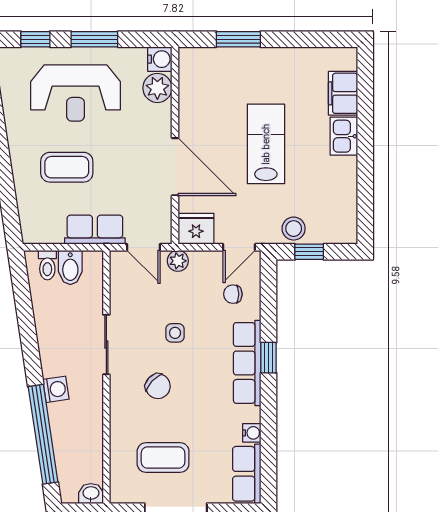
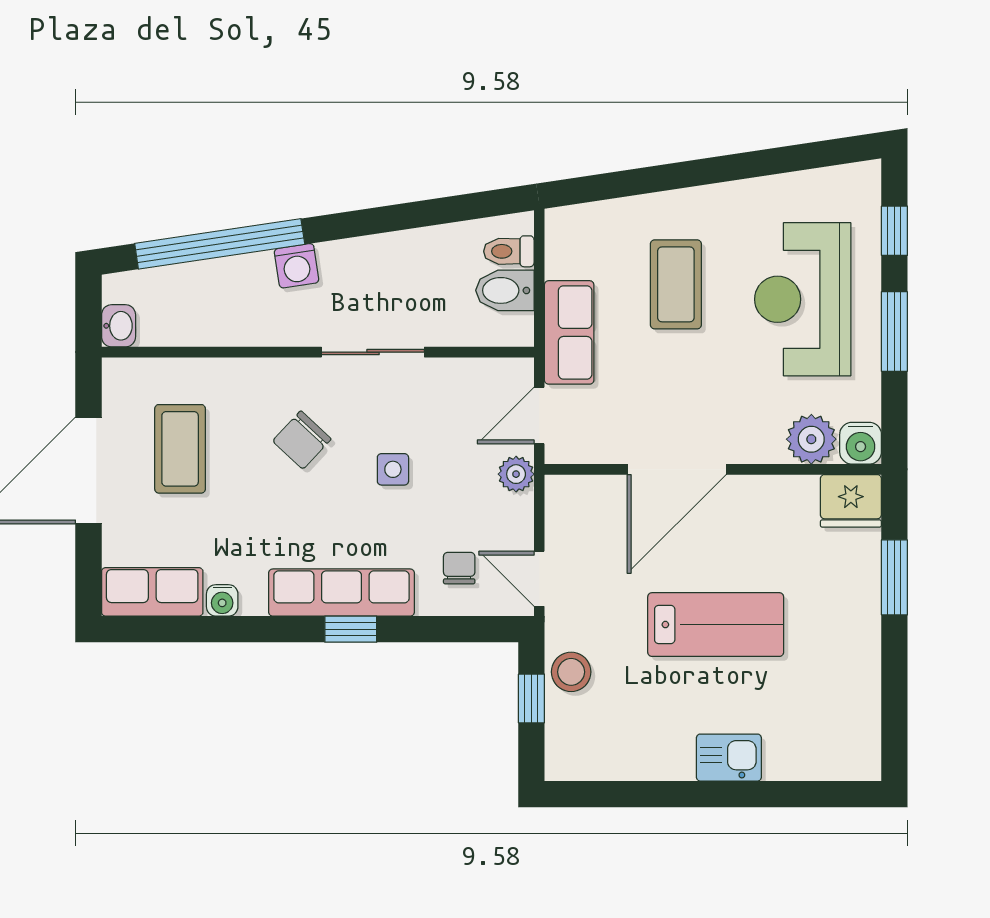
filing cabinet: (343, 93) -> (802, 756), removed
fridge: (196, 229) -> (851, 501), moved, turned 90

